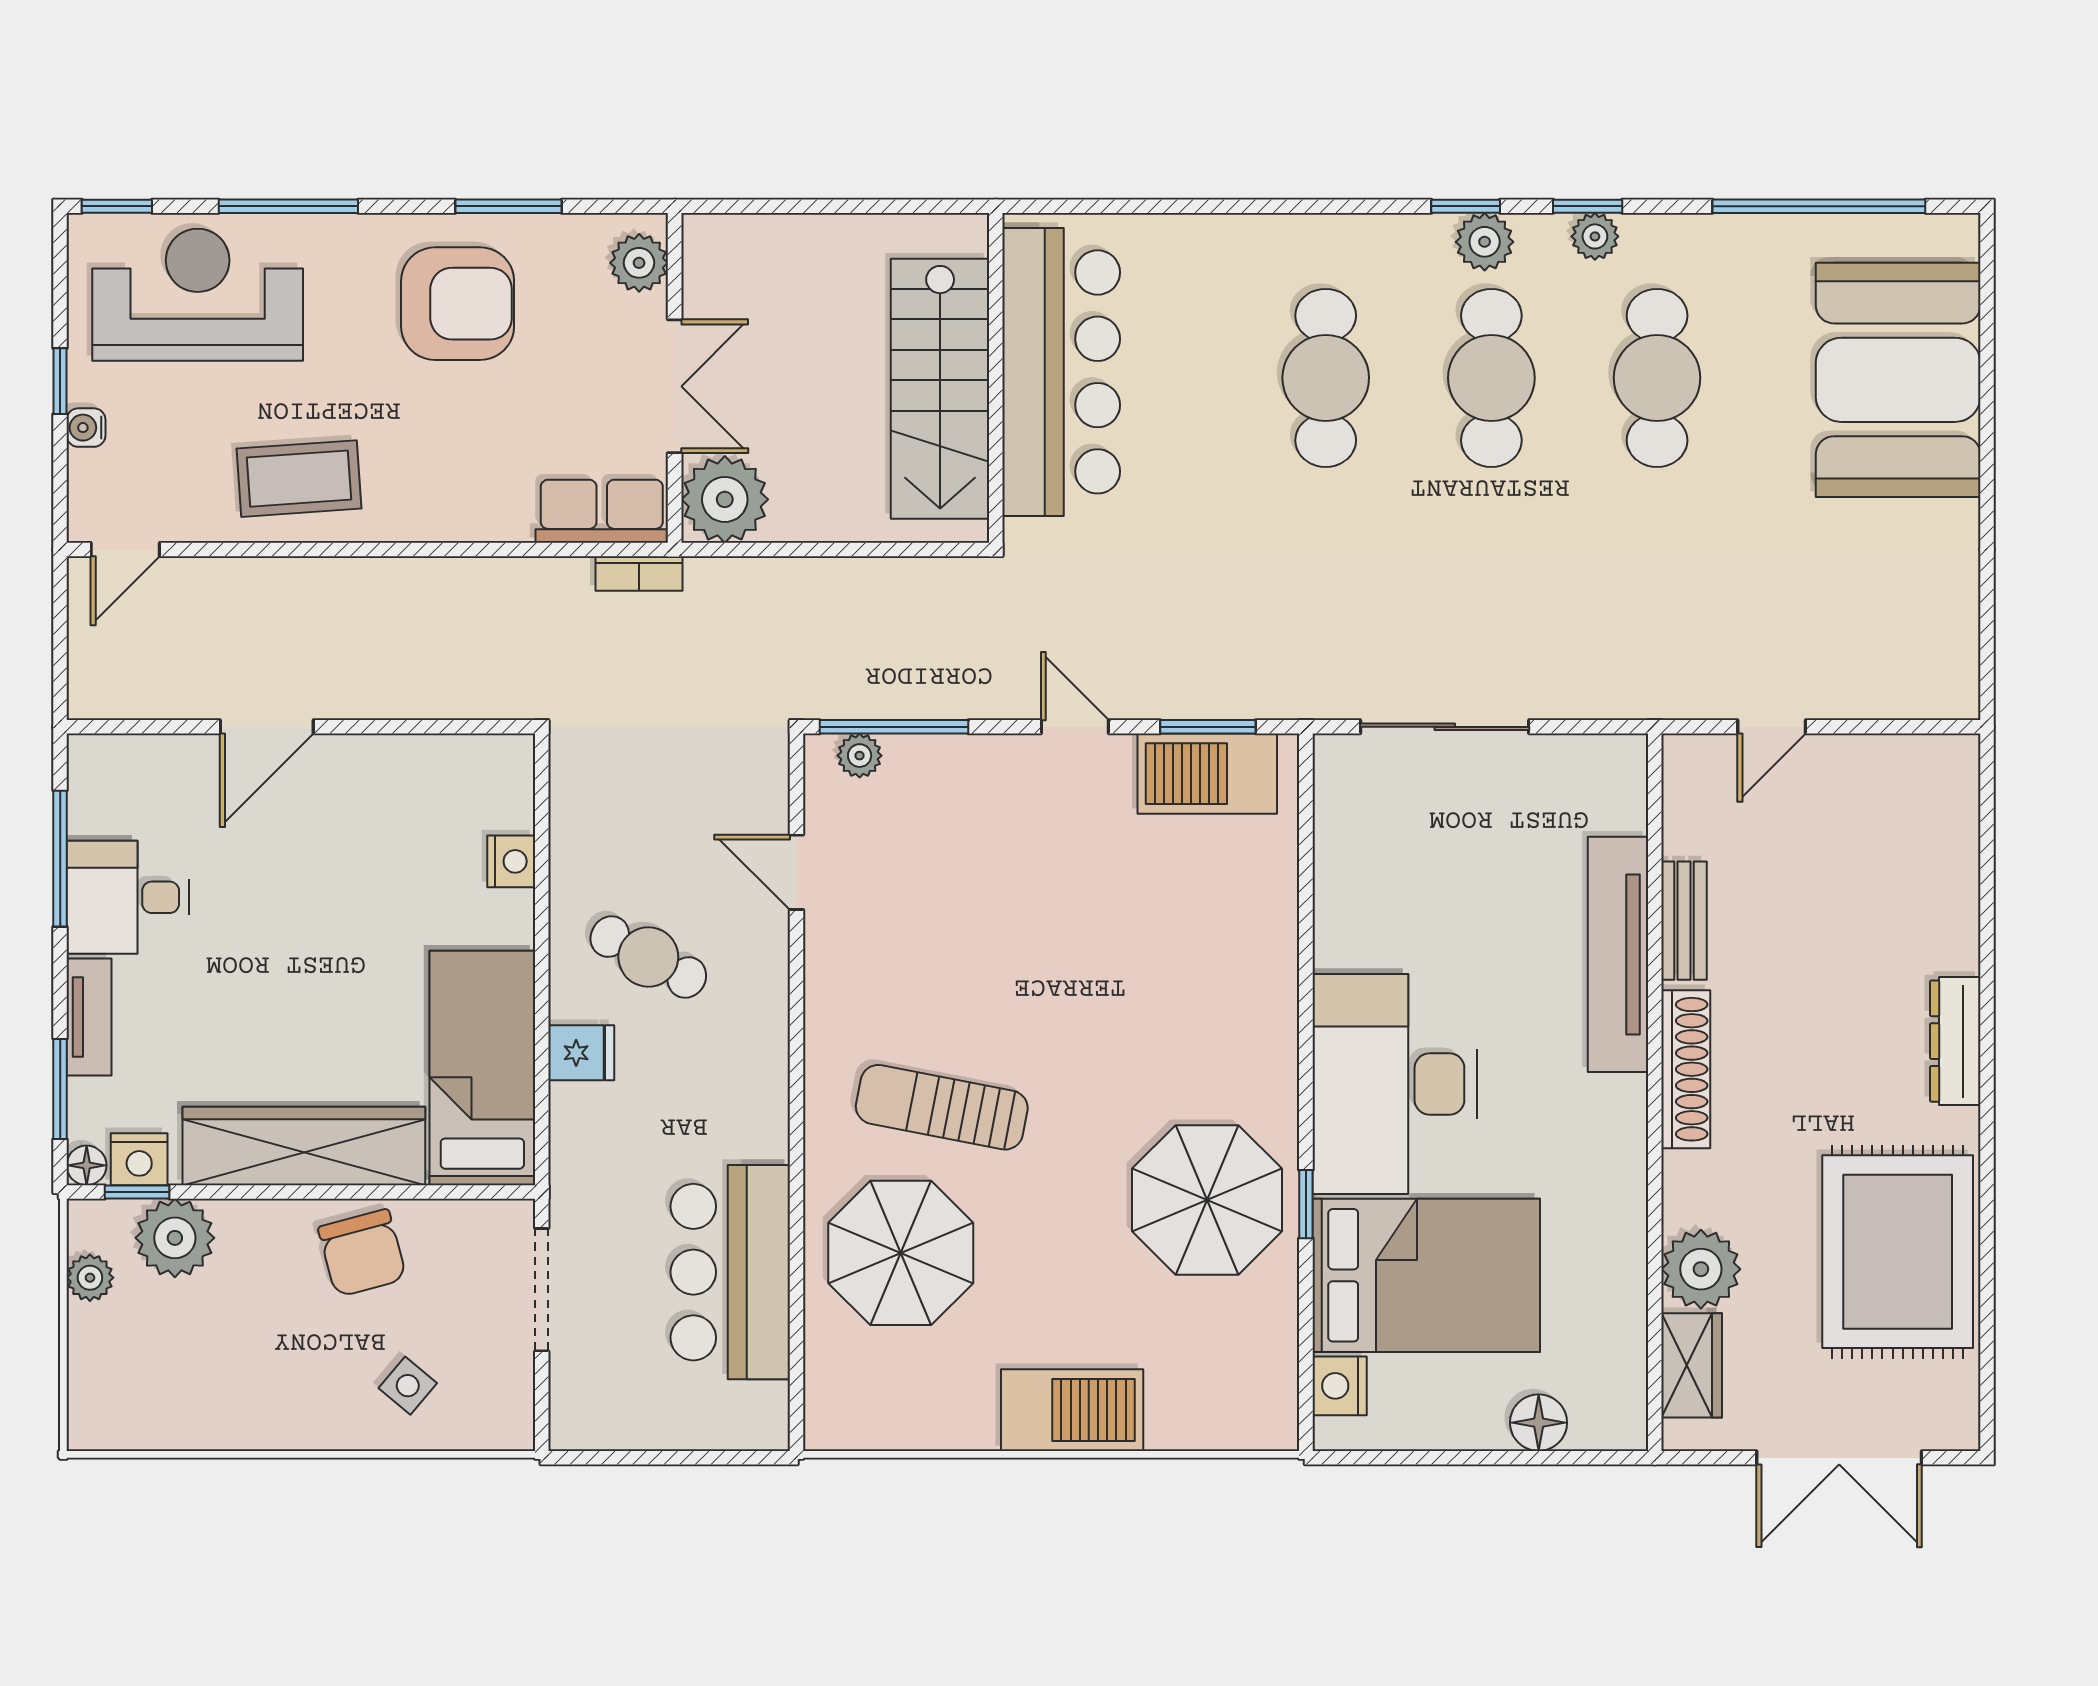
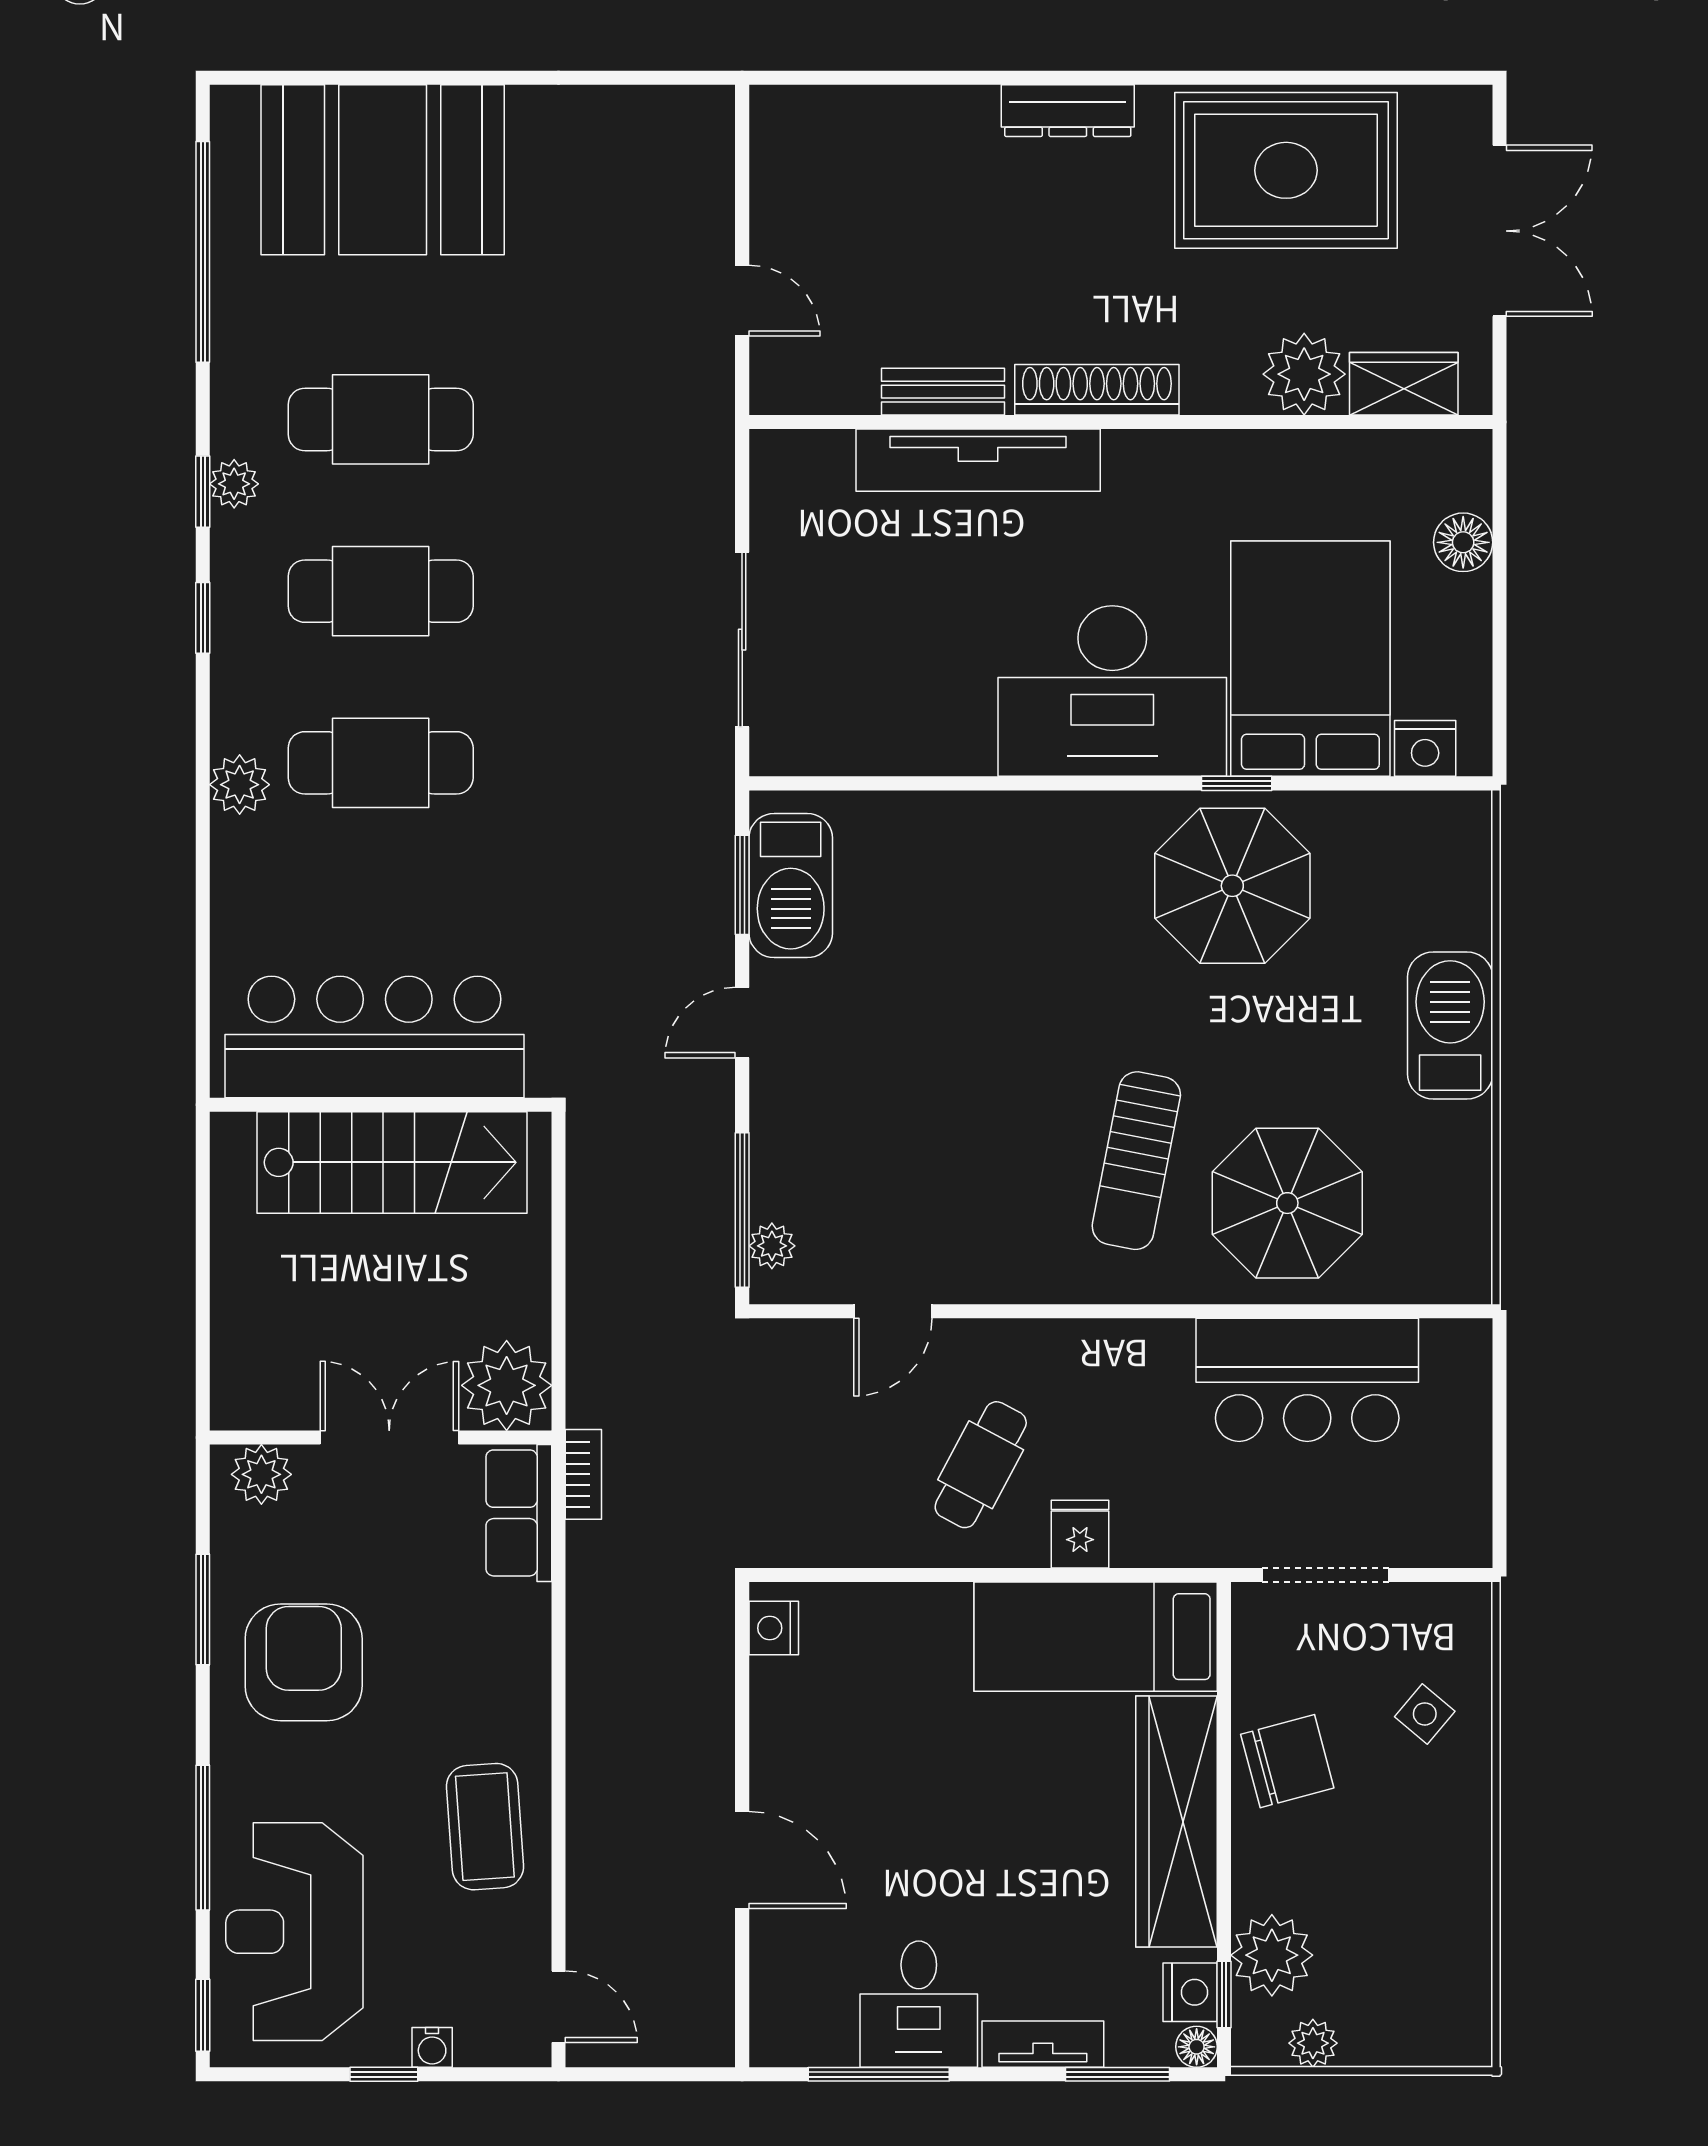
plant: (1485, 242) -> (240, 785), moved
nightstand: (511, 861) -> (774, 1628), moved, turned -90

